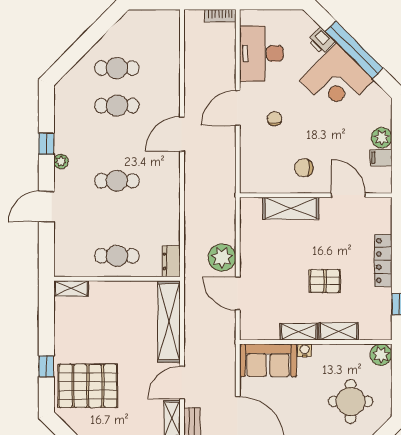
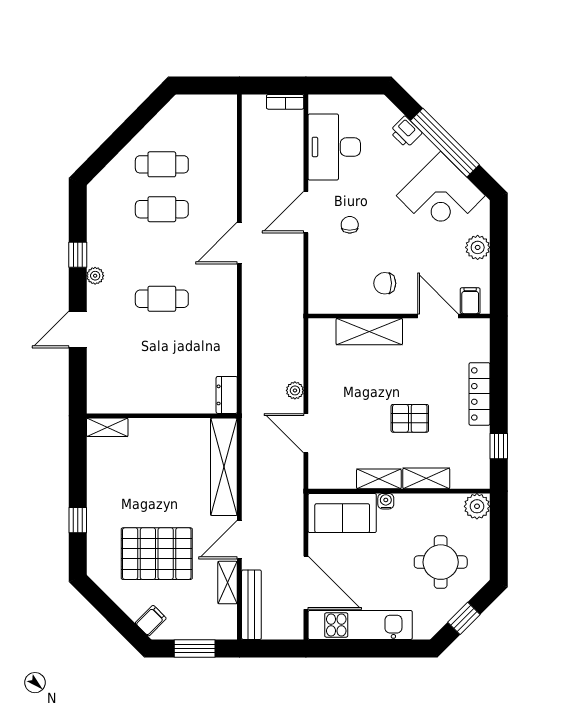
corner desk: (337, 80) -> (441, 196), moved
filing cabinet: (381, 158) -> (470, 301), moved, turned 90
cafe table: (117, 256) -> (162, 388), removed
plant: (222, 258) -> (295, 390), width x0.53, depth x0.53
pallet: (88, 386) -> (157, 554), moved

